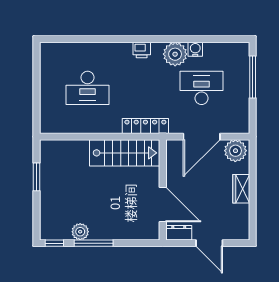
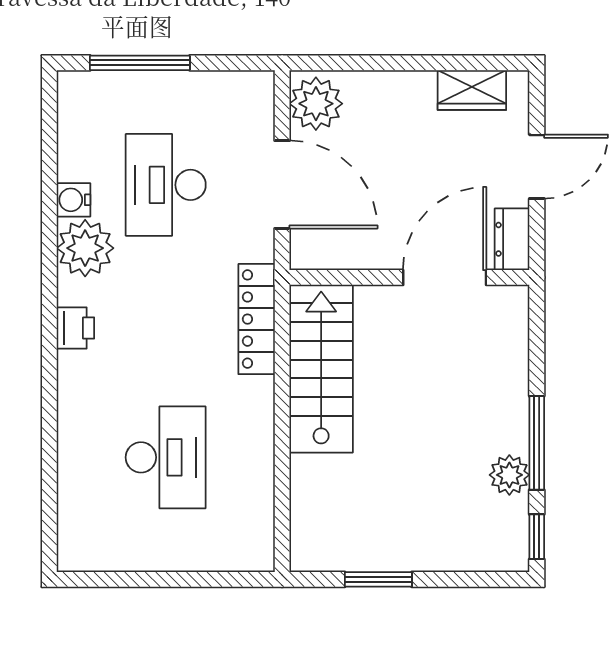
wardrobe: (241, 189) -> (472, 90), moved

